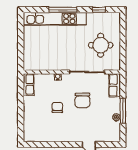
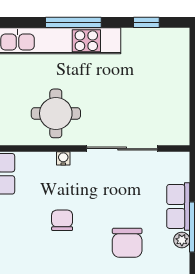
round table: (101, 45) -> (56, 113), moved
row of seats: (115, 85) -> (178, 206), moved
chair: (82, 100) -> (127, 243), moved

